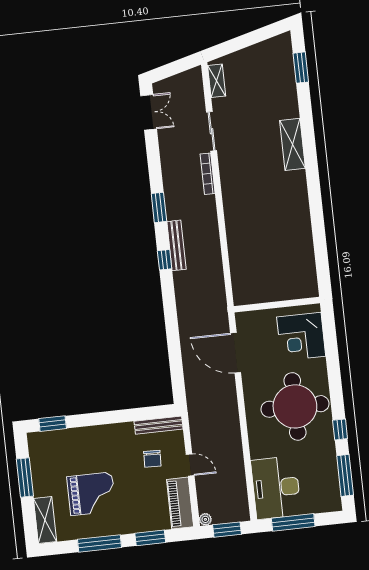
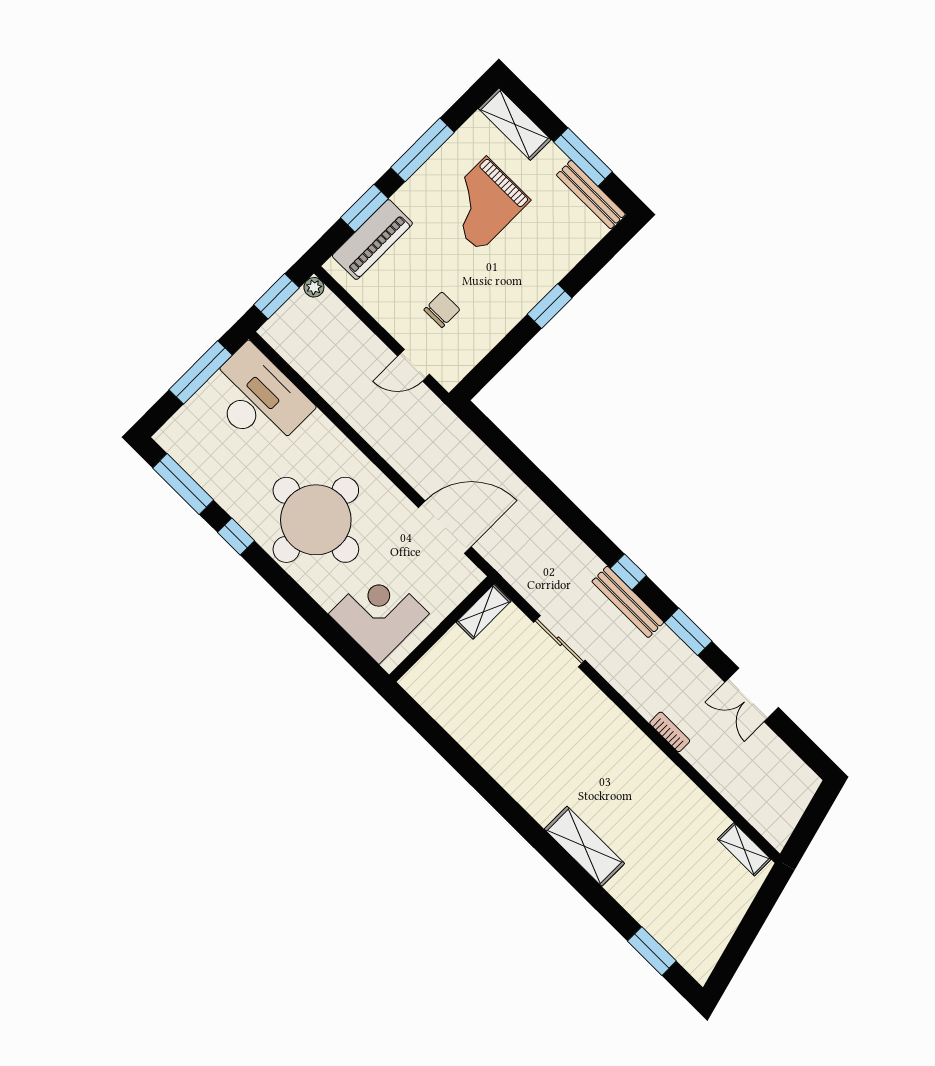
double door: (149, 112) -> (752, 695), moved
sliding door: (212, 131) -> (559, 641), moved
bookcase: (208, 174) -> (670, 732), width x0.64
shelving: (250, 297) -> (484, 612), added
window: (53, 424) -> (550, 306), moved
bench: (159, 425) -> (591, 195), moved, turned 90
chair: (152, 459) -> (442, 310), turned 88
door: (190, 465) -> (413, 365), moved
piano: (180, 503) -> (372, 240), moved, turned 90

